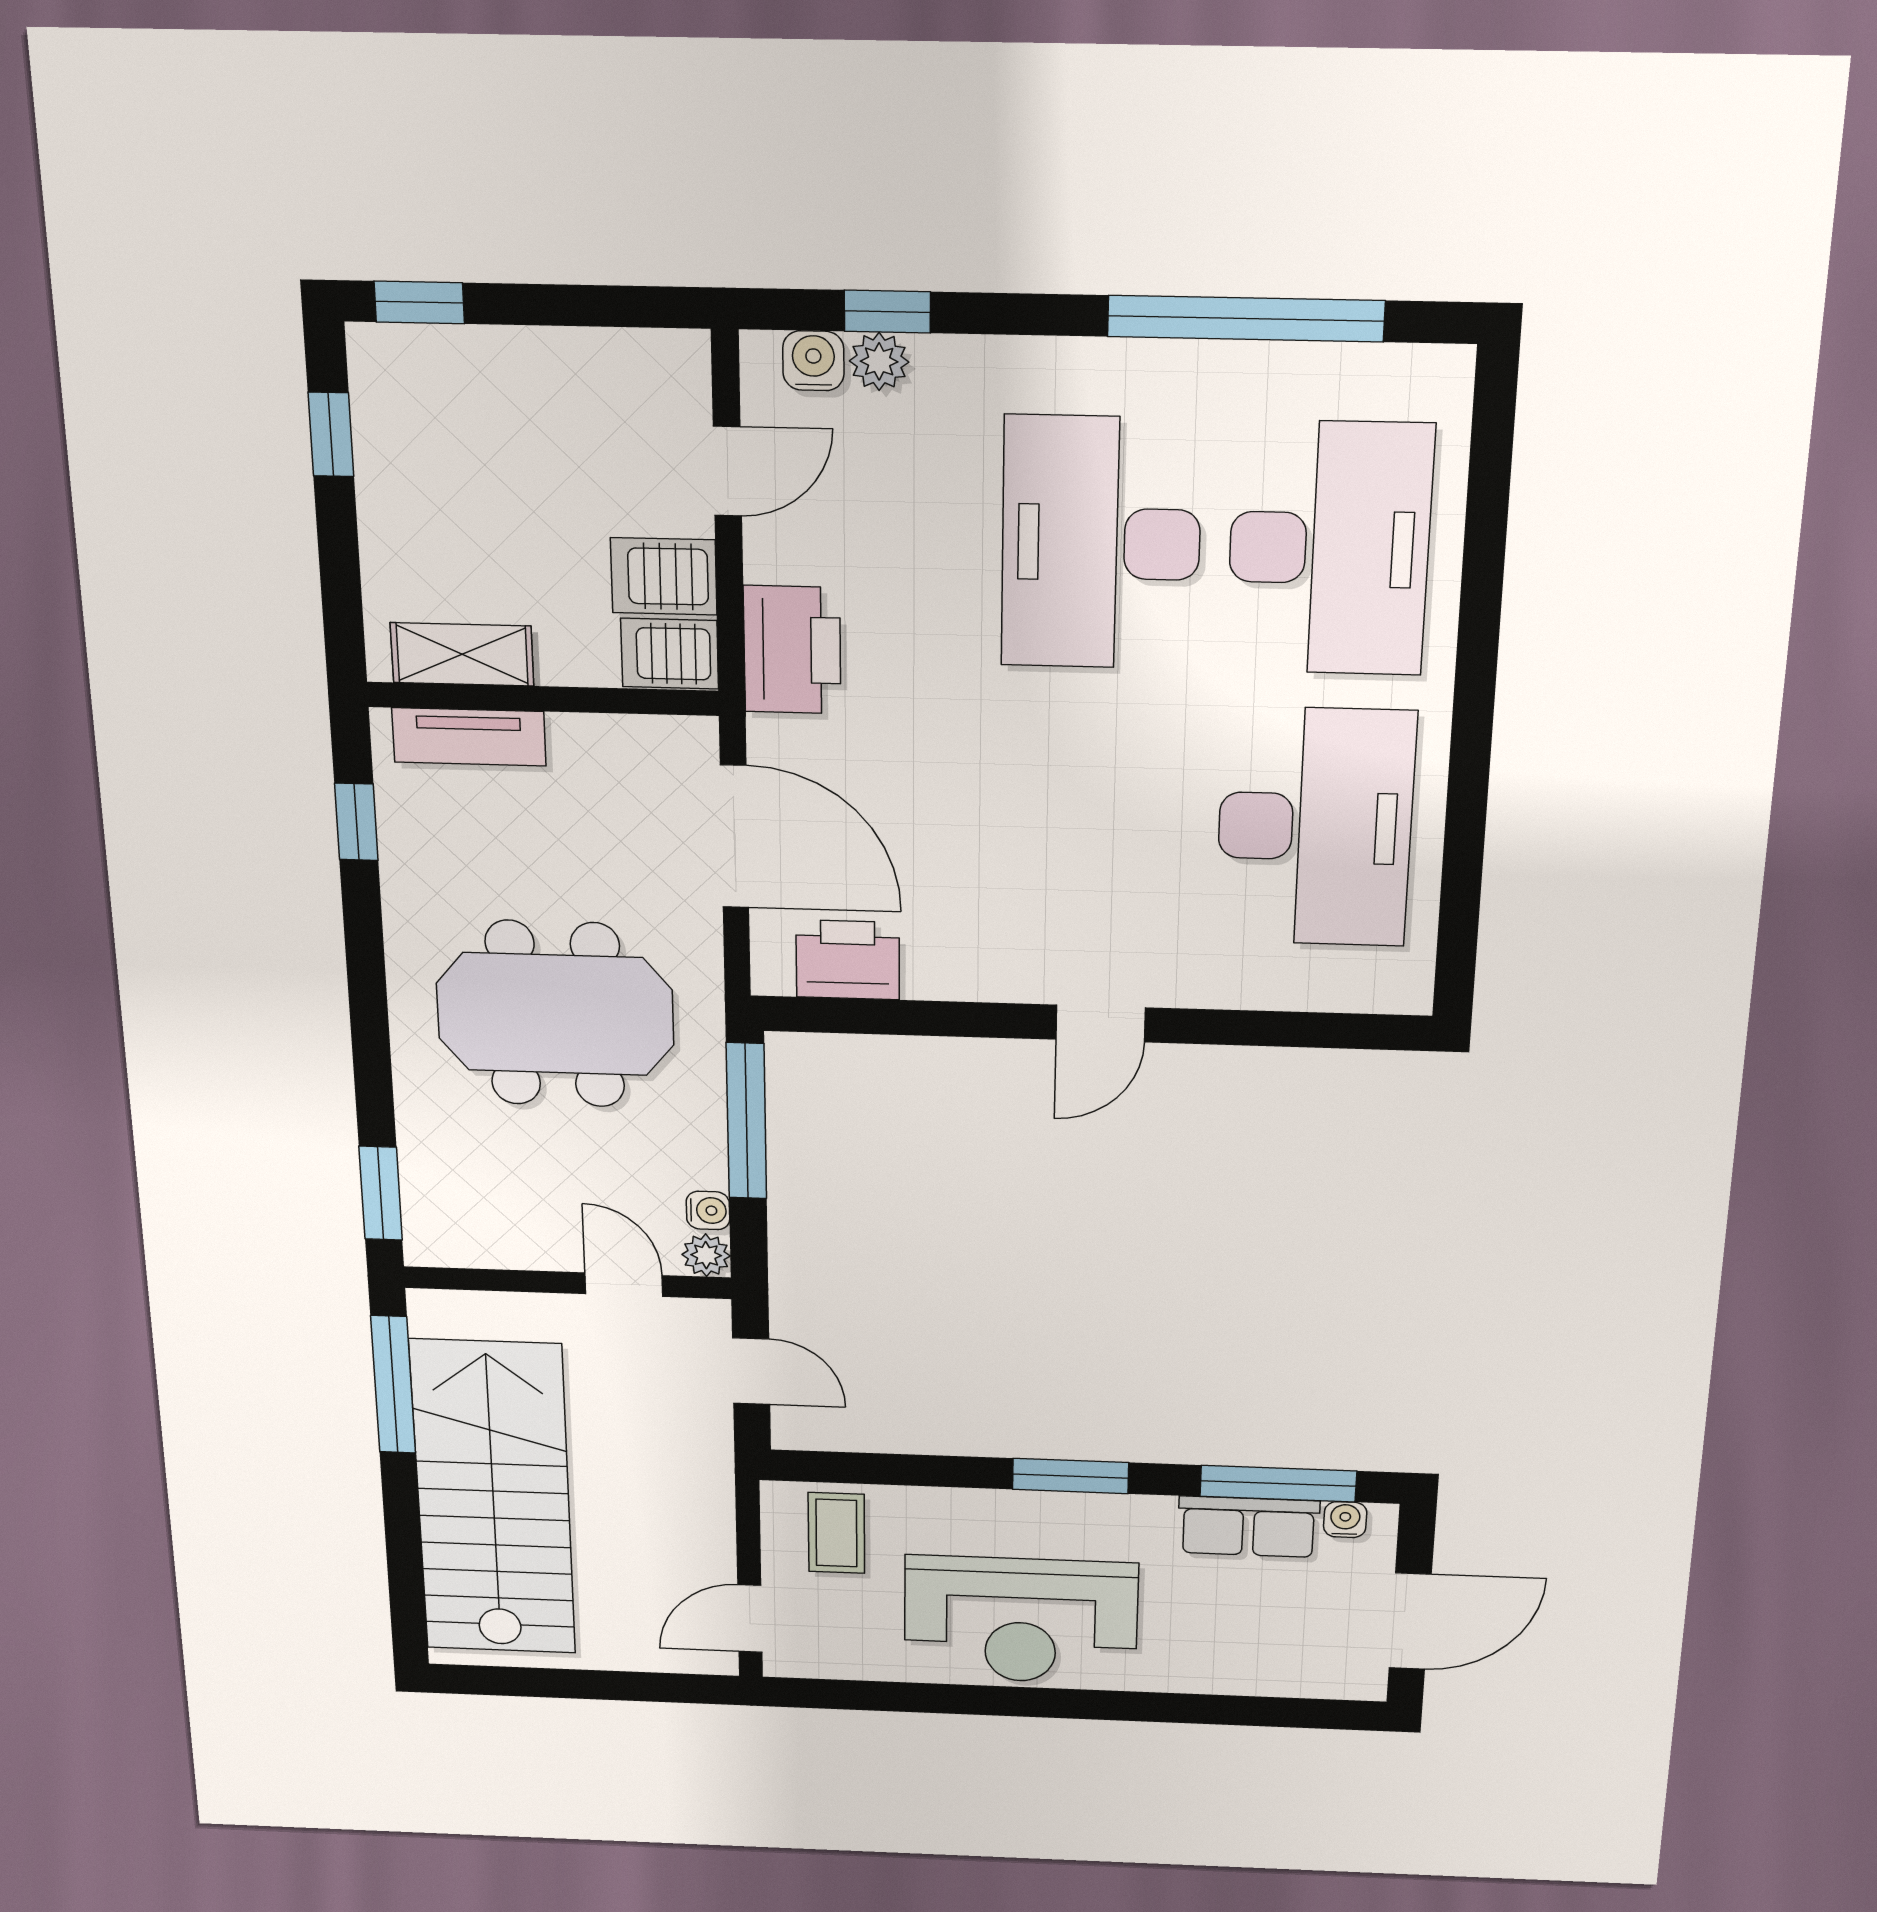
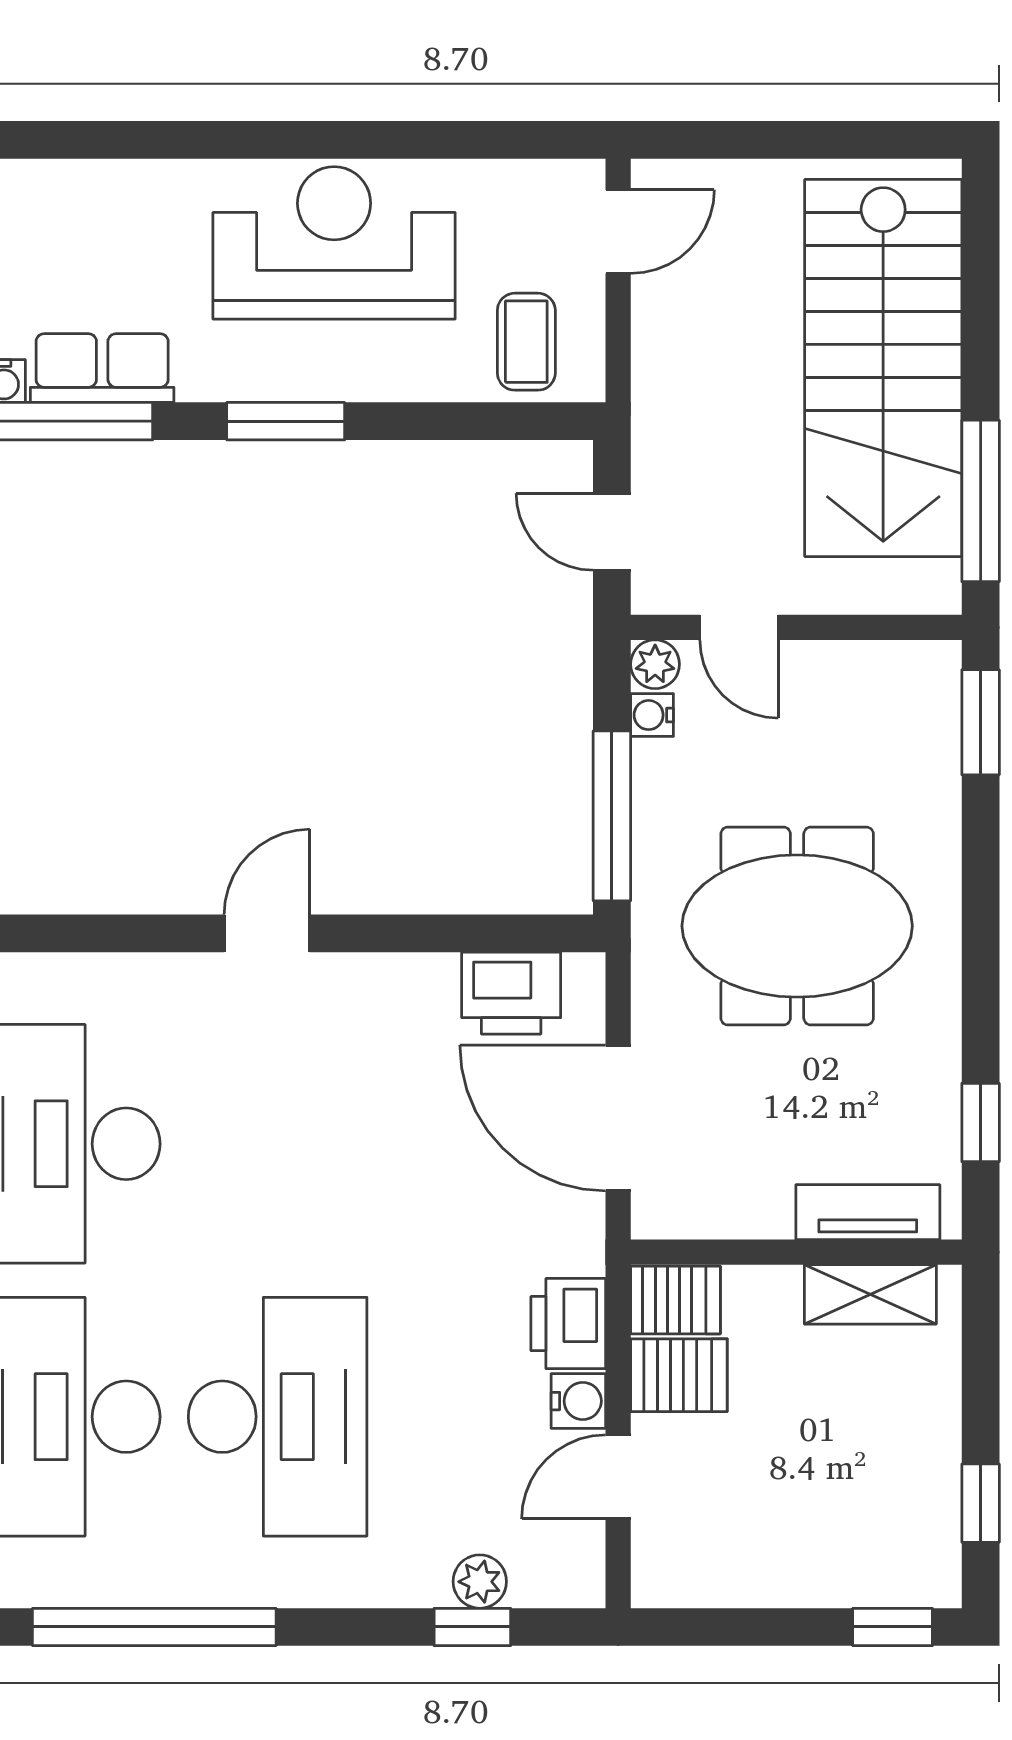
water cooler: (813, 361) -> (578, 1401), moved, turned -90
printer: (792, 650) -> (568, 1324), width x0.73, depth x0.84

